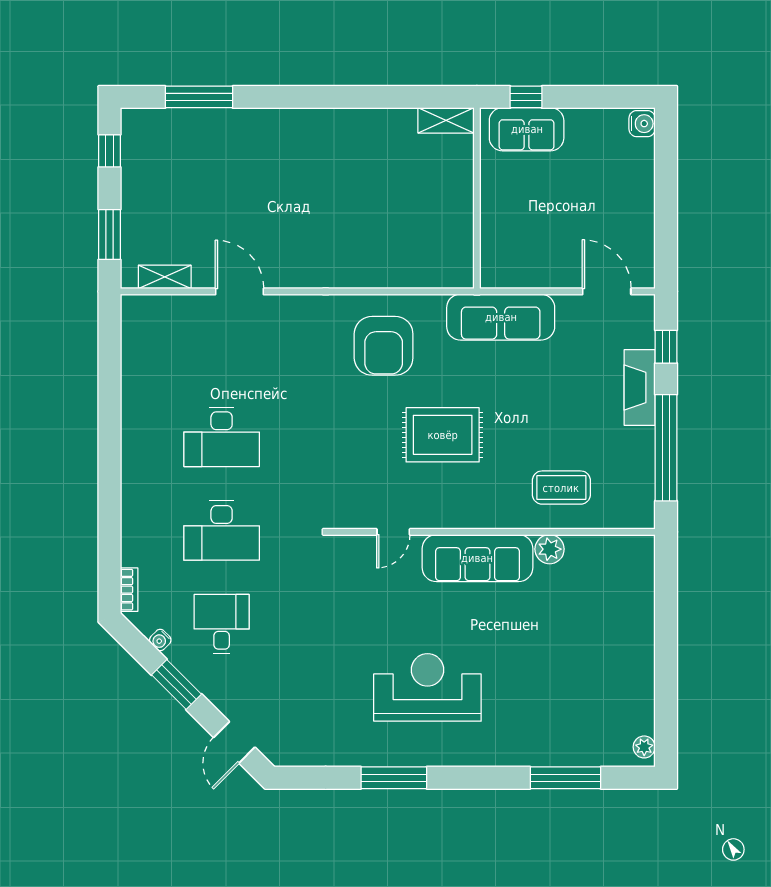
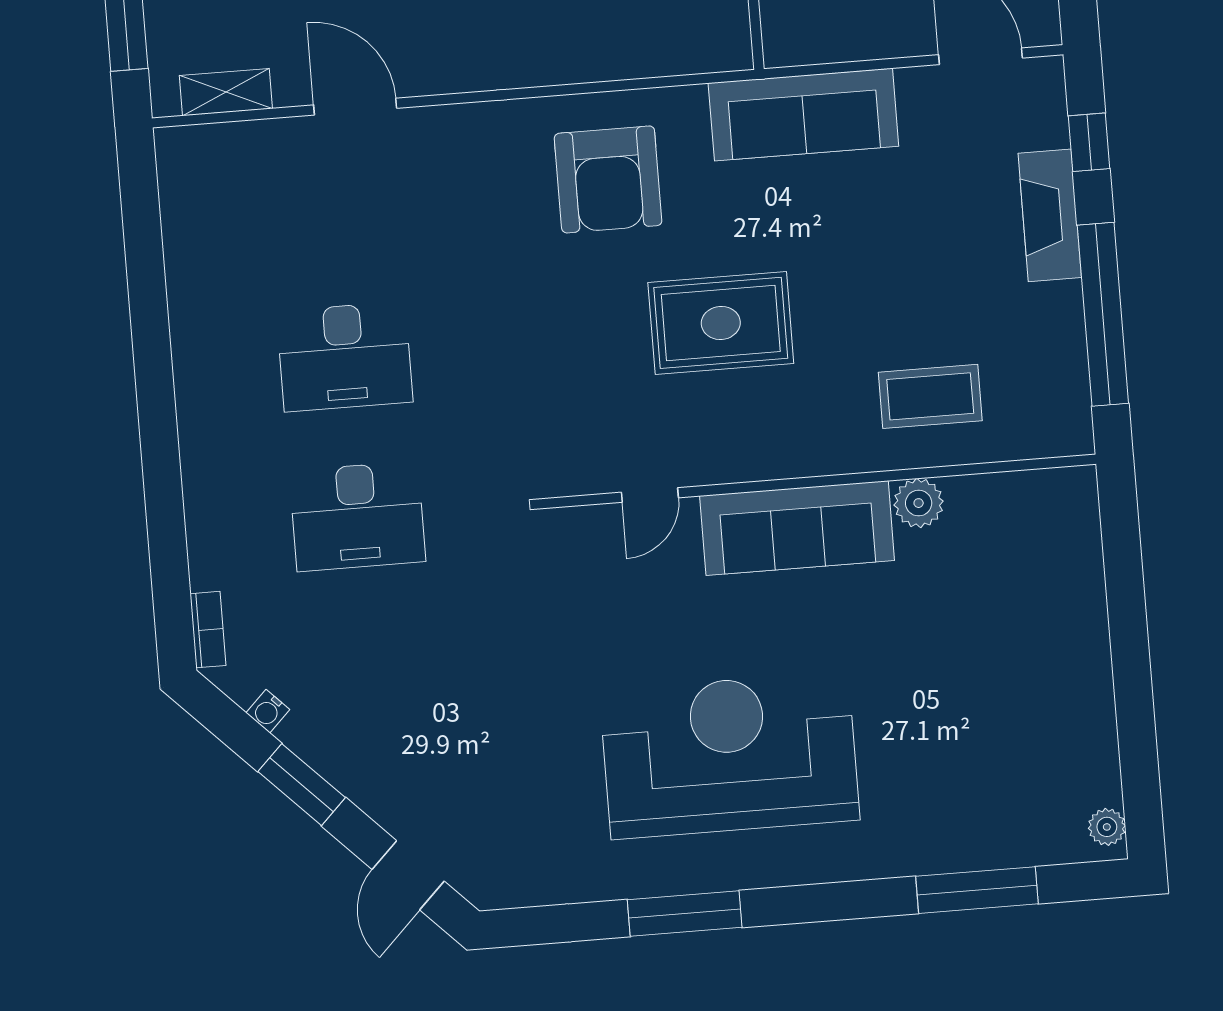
desk: (222, 624) -> (370, 676), removed
reception desk: (427, 687) -> (730, 755), width x1.36, depth x1.30

